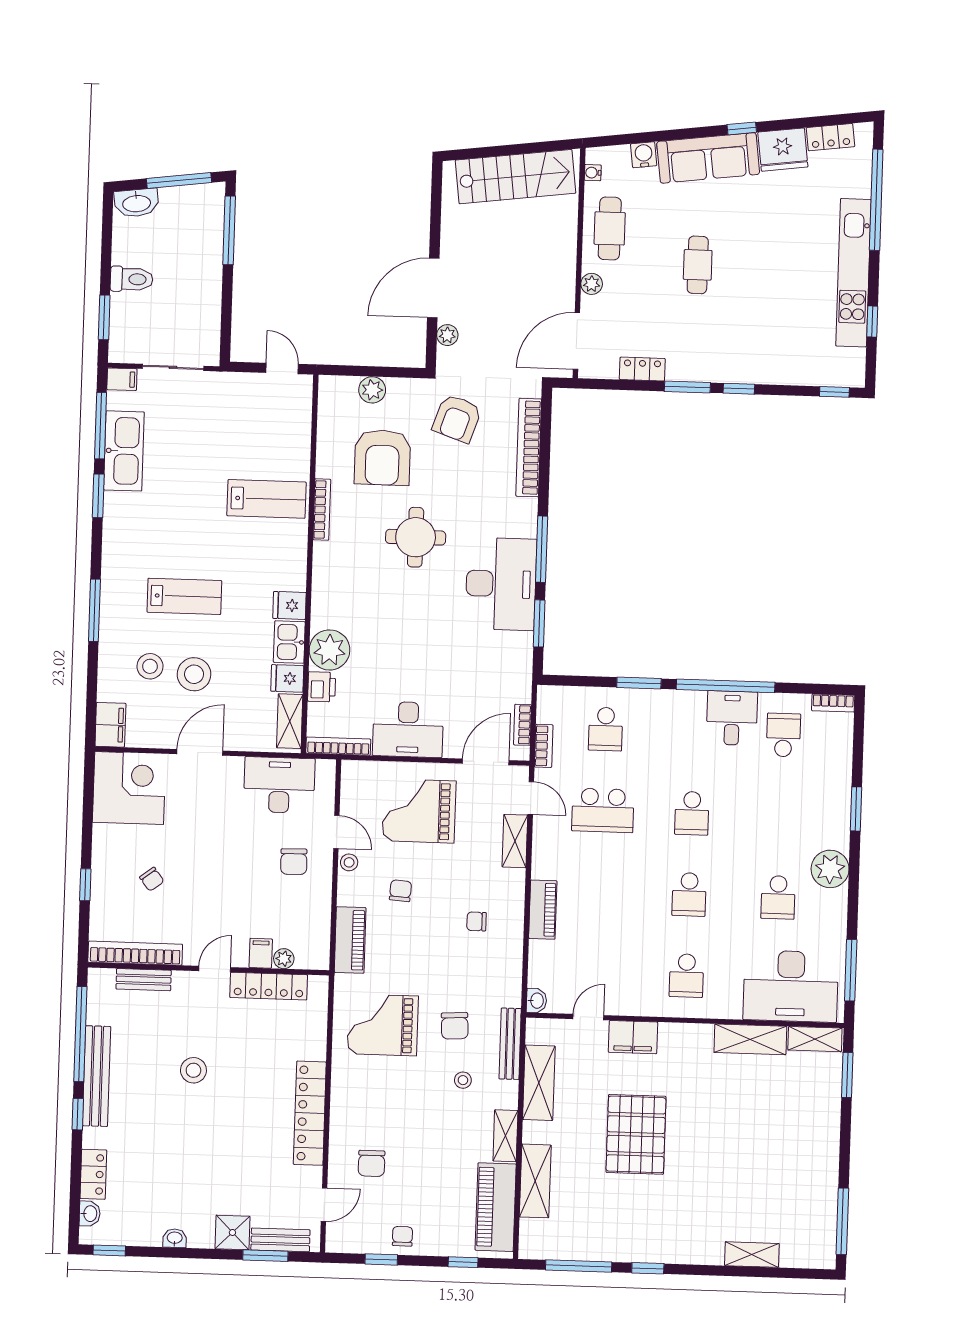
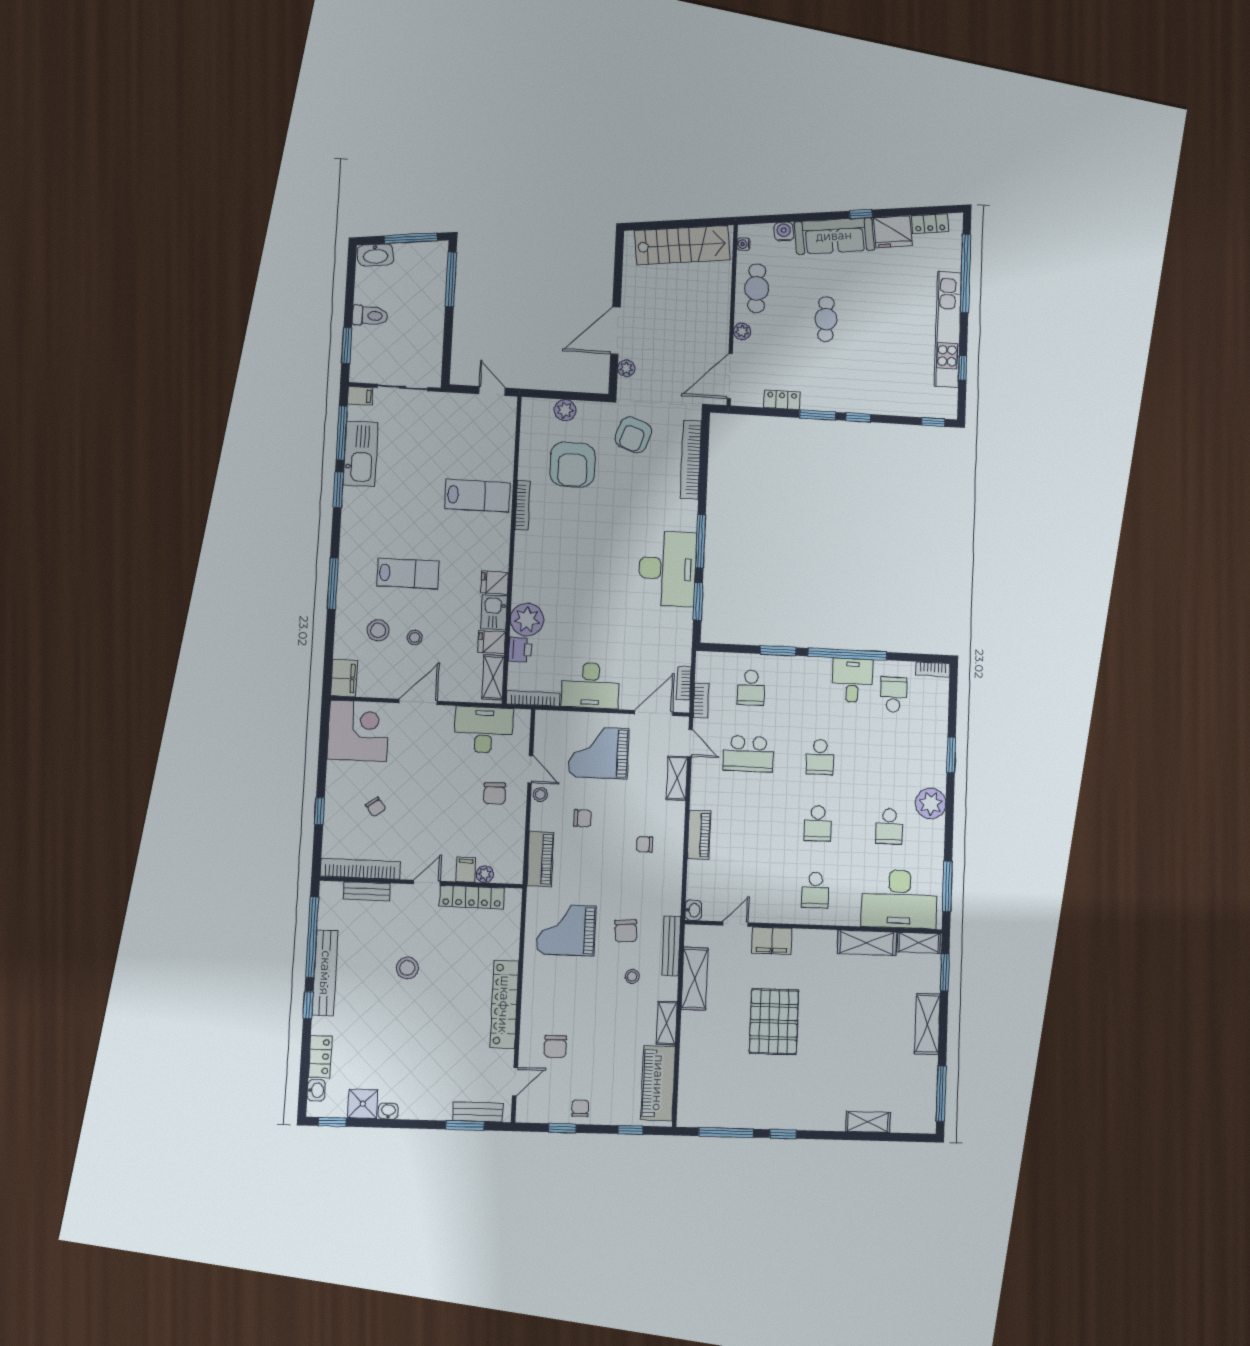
round table: (416, 537) -> (599, 529), removed
stool: (194, 674) -> (415, 638), width x0.53, depth x0.53
chair: (400, 891) -> (583, 818), turned 86
shelving: (535, 1181) -> (927, 1024), moved
shower: (232, 1232) -> (363, 1104), moved

